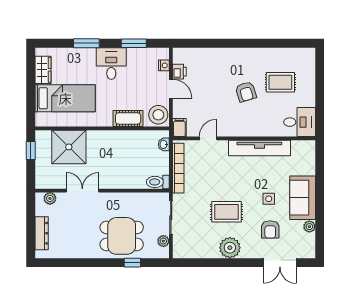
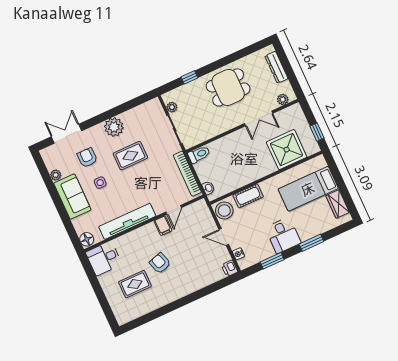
printer: (179, 72) -> (230, 268), moved
filing cabinet: (179, 128) -> (163, 226), moved
floor lamp: (308, 149) -> (87, 239), added
dining table: (122, 236) -> (228, 87), moved

